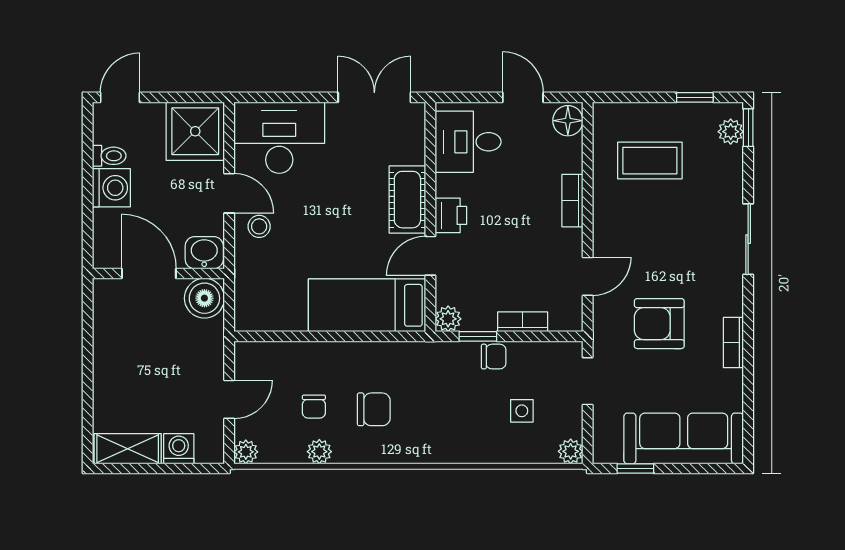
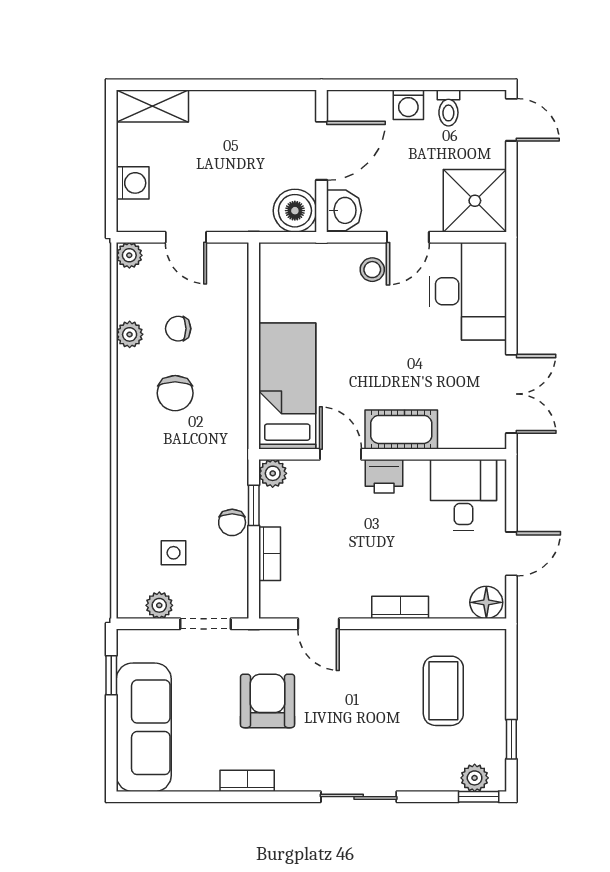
washing machine: (111, 188) -> (408, 105), width x0.73, depth x0.73
shelving: (128, 449) -> (152, 106), moved, turned 90
plant: (571, 451) -> (159, 605), moved

